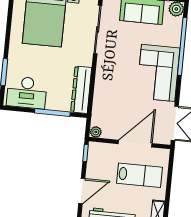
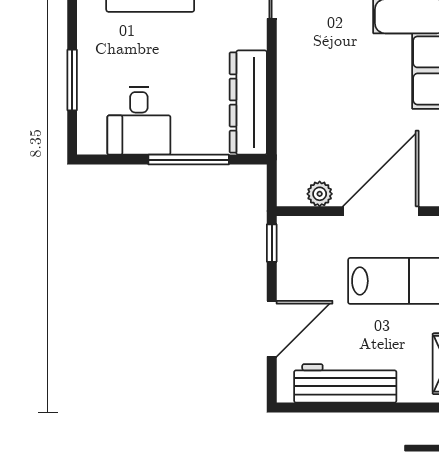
desk: (27, 93) -> (139, 121), width x0.73
plant: (96, 132) -> (320, 194), moved

